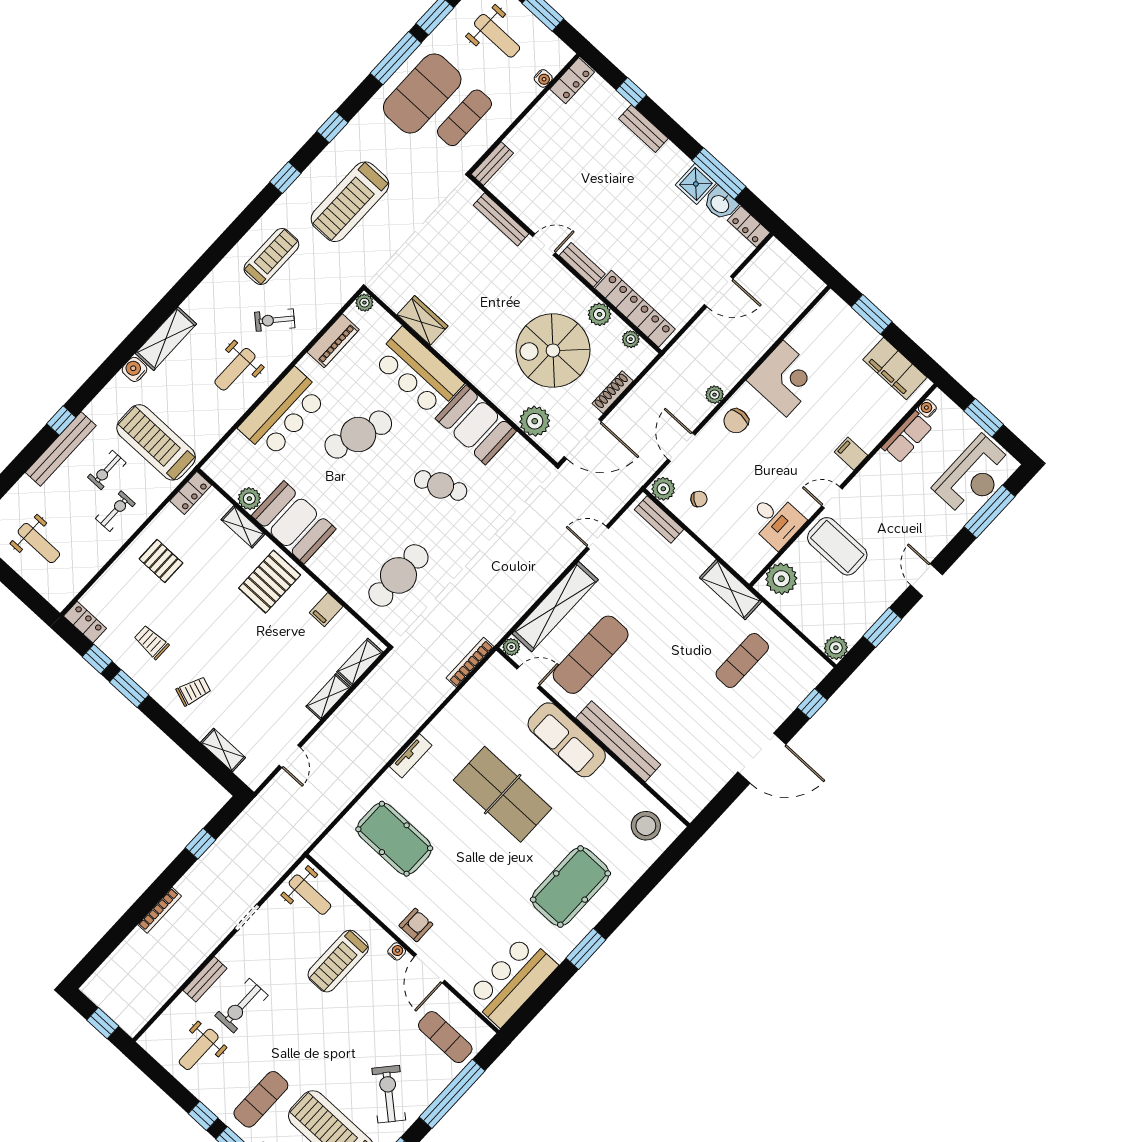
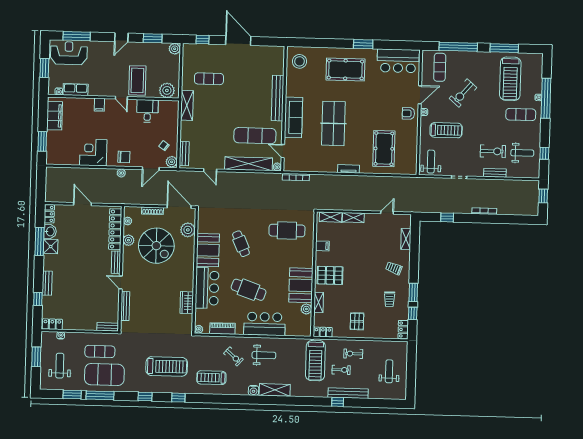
water cooler: (134, 369) -> (254, 390), moved
exercise bike: (389, 1094) -> (463, 93), moved
window: (203, 1116) -> (544, 153), moved

